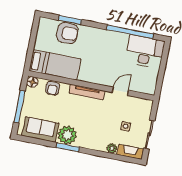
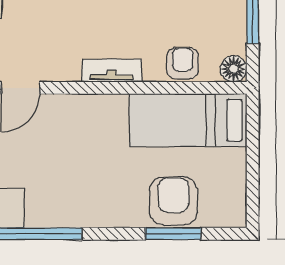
armchair: (67, 33) -> (174, 201), turned 90
tv unit: (87, 92) -> (112, 71), width x0.71

